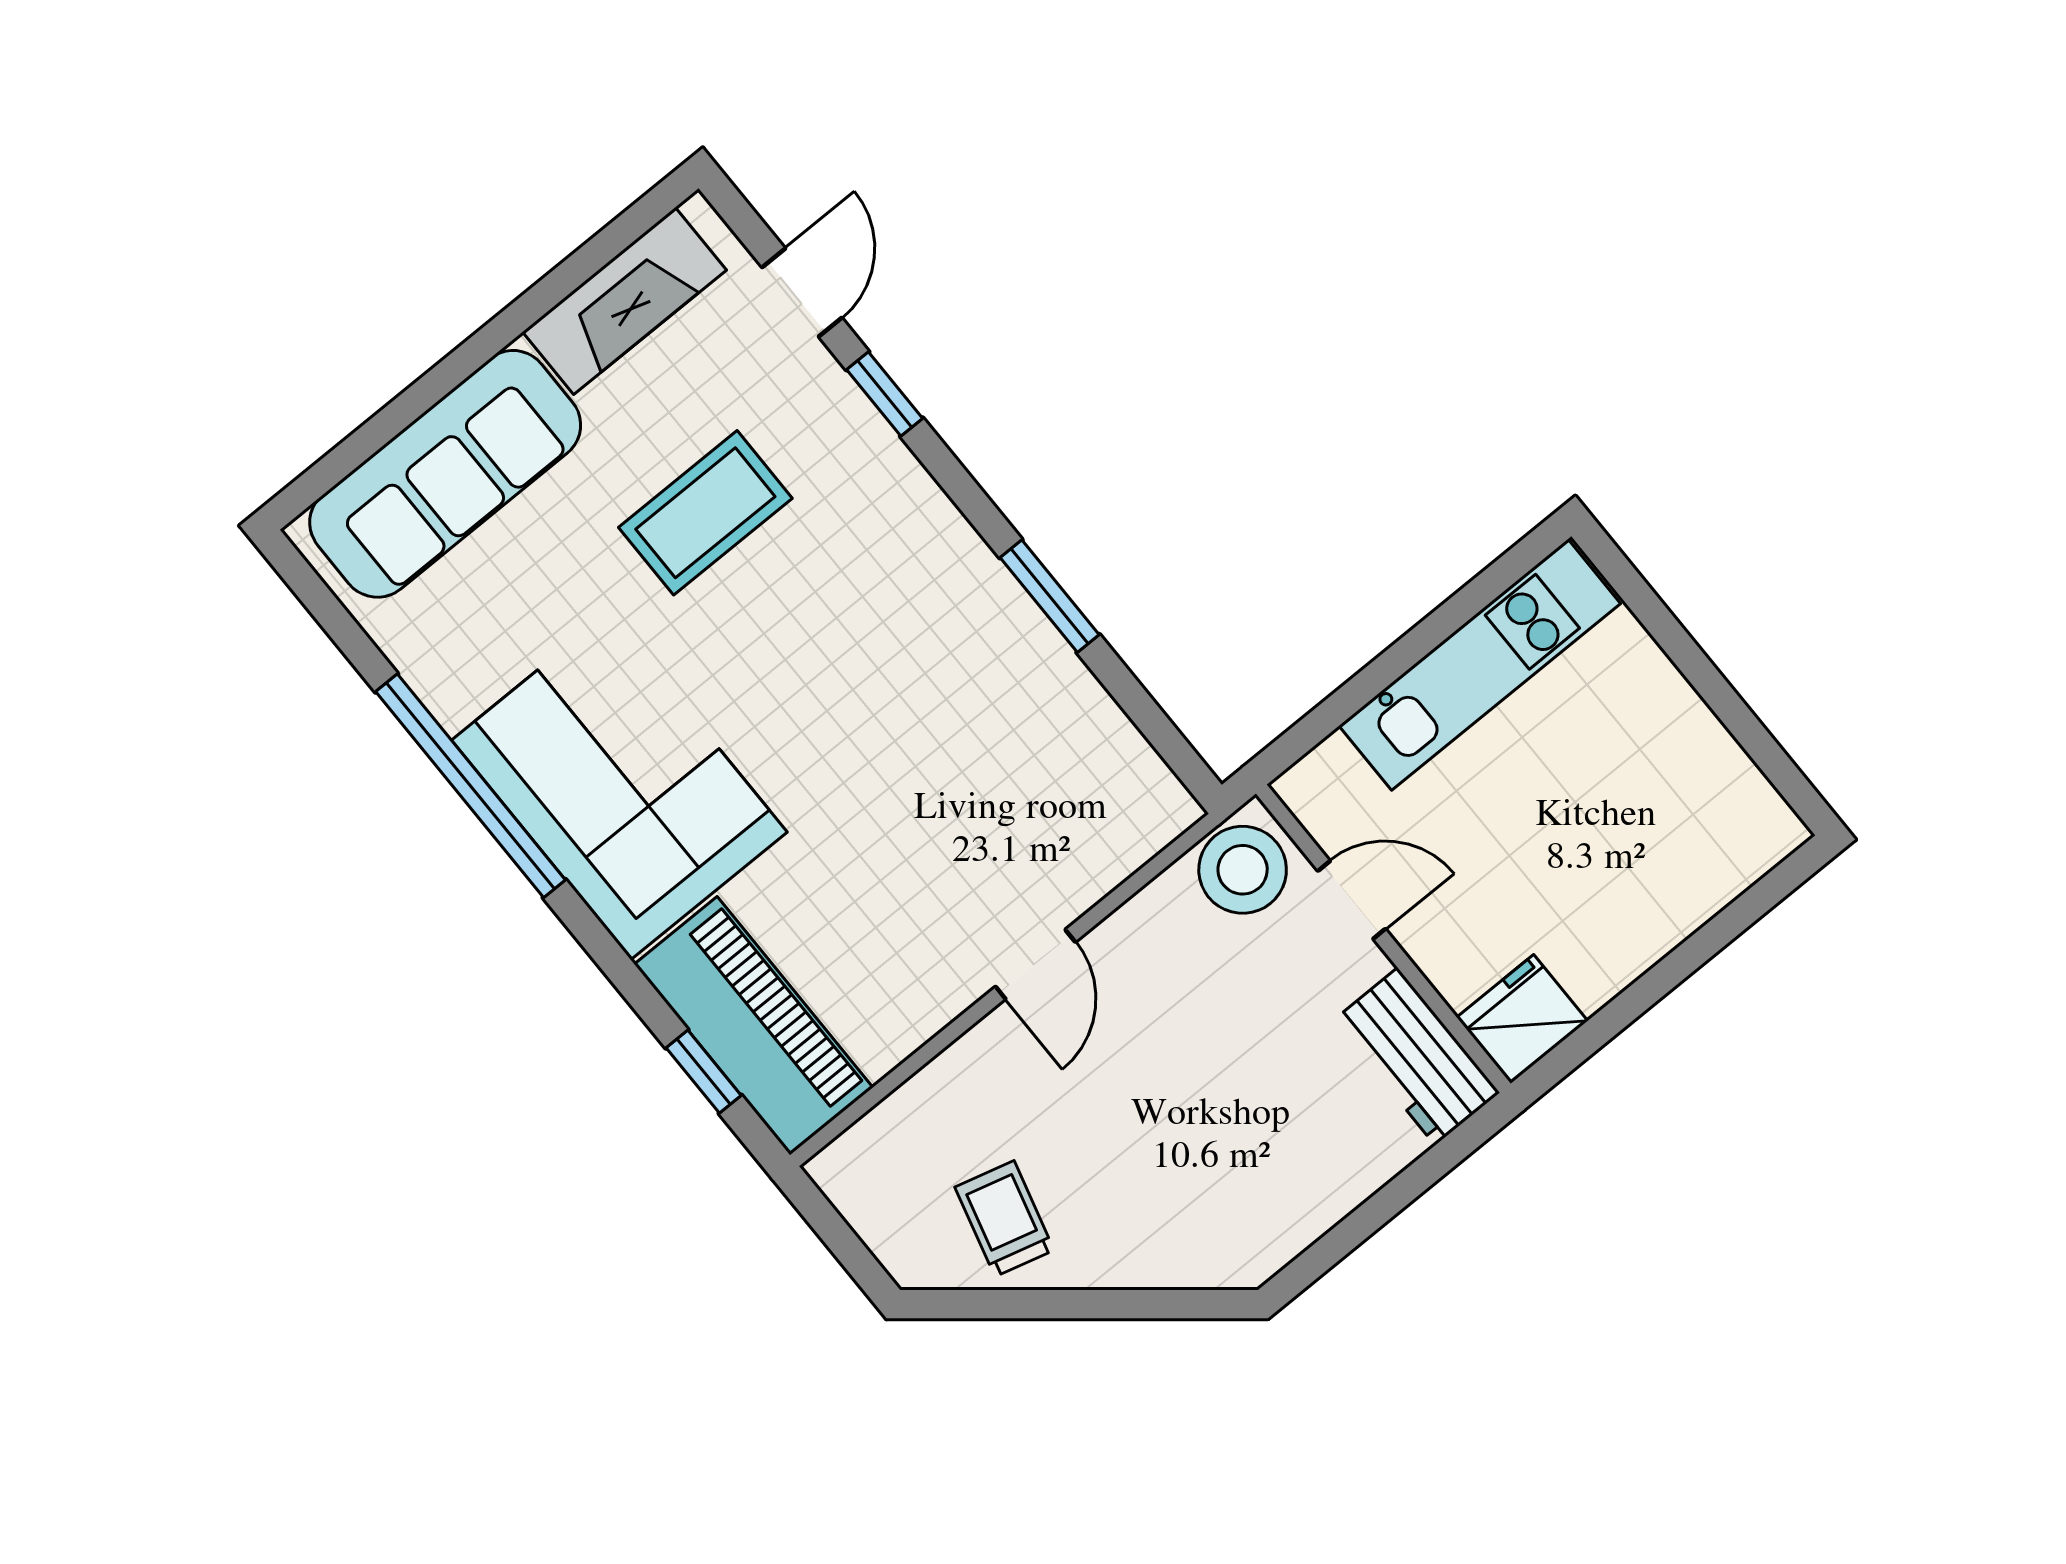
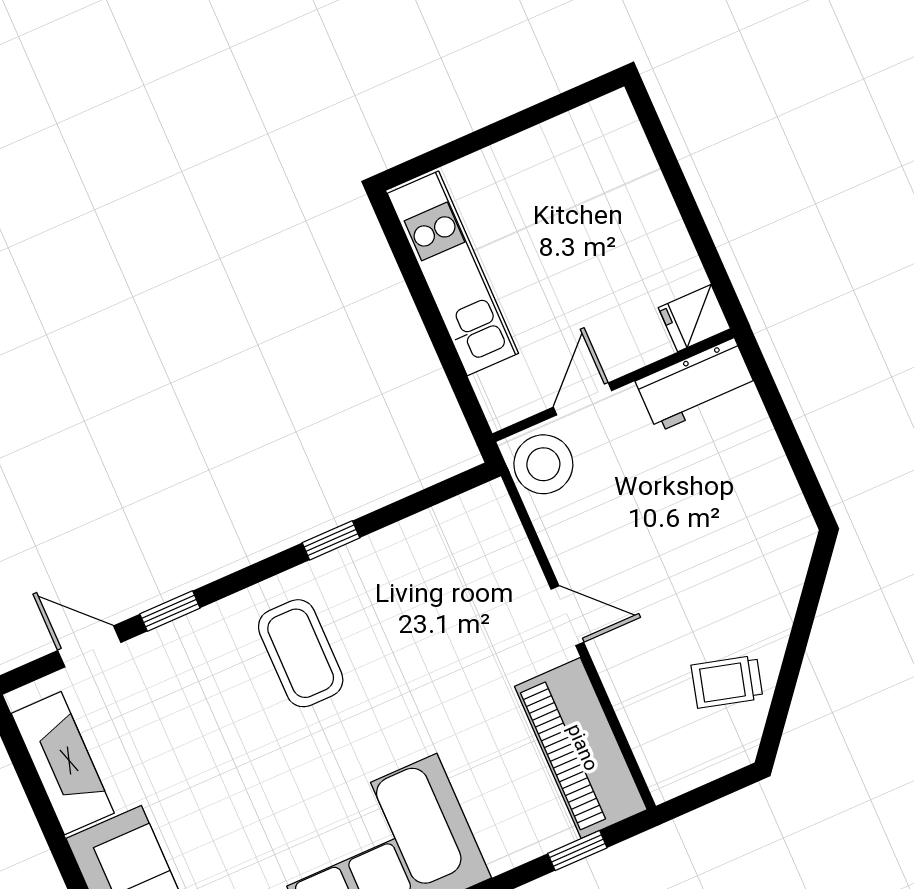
coffee table: (705, 513) -> (301, 653), moved
window: (1050, 596) -> (331, 540), width x0.67
fridge: (1522, 1019) -> (694, 318), width x0.72
piano: (754, 1026) -> (581, 748), moved, turned -90

